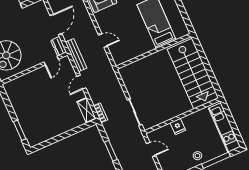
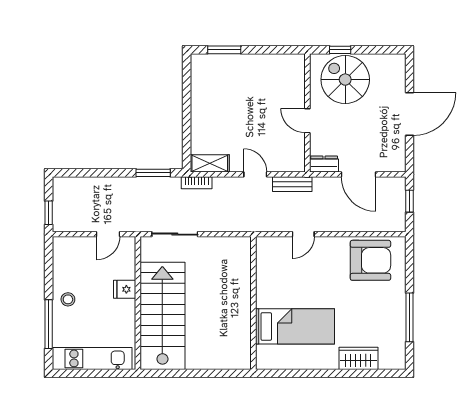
bench: (76, 55) -> (292, 184), width x0.73
door: (51, 61) -> (307, 121), moved
stairs: (193, 74) -> (162, 316), moved, turned 90
window: (111, 151) -> (153, 173), moved

